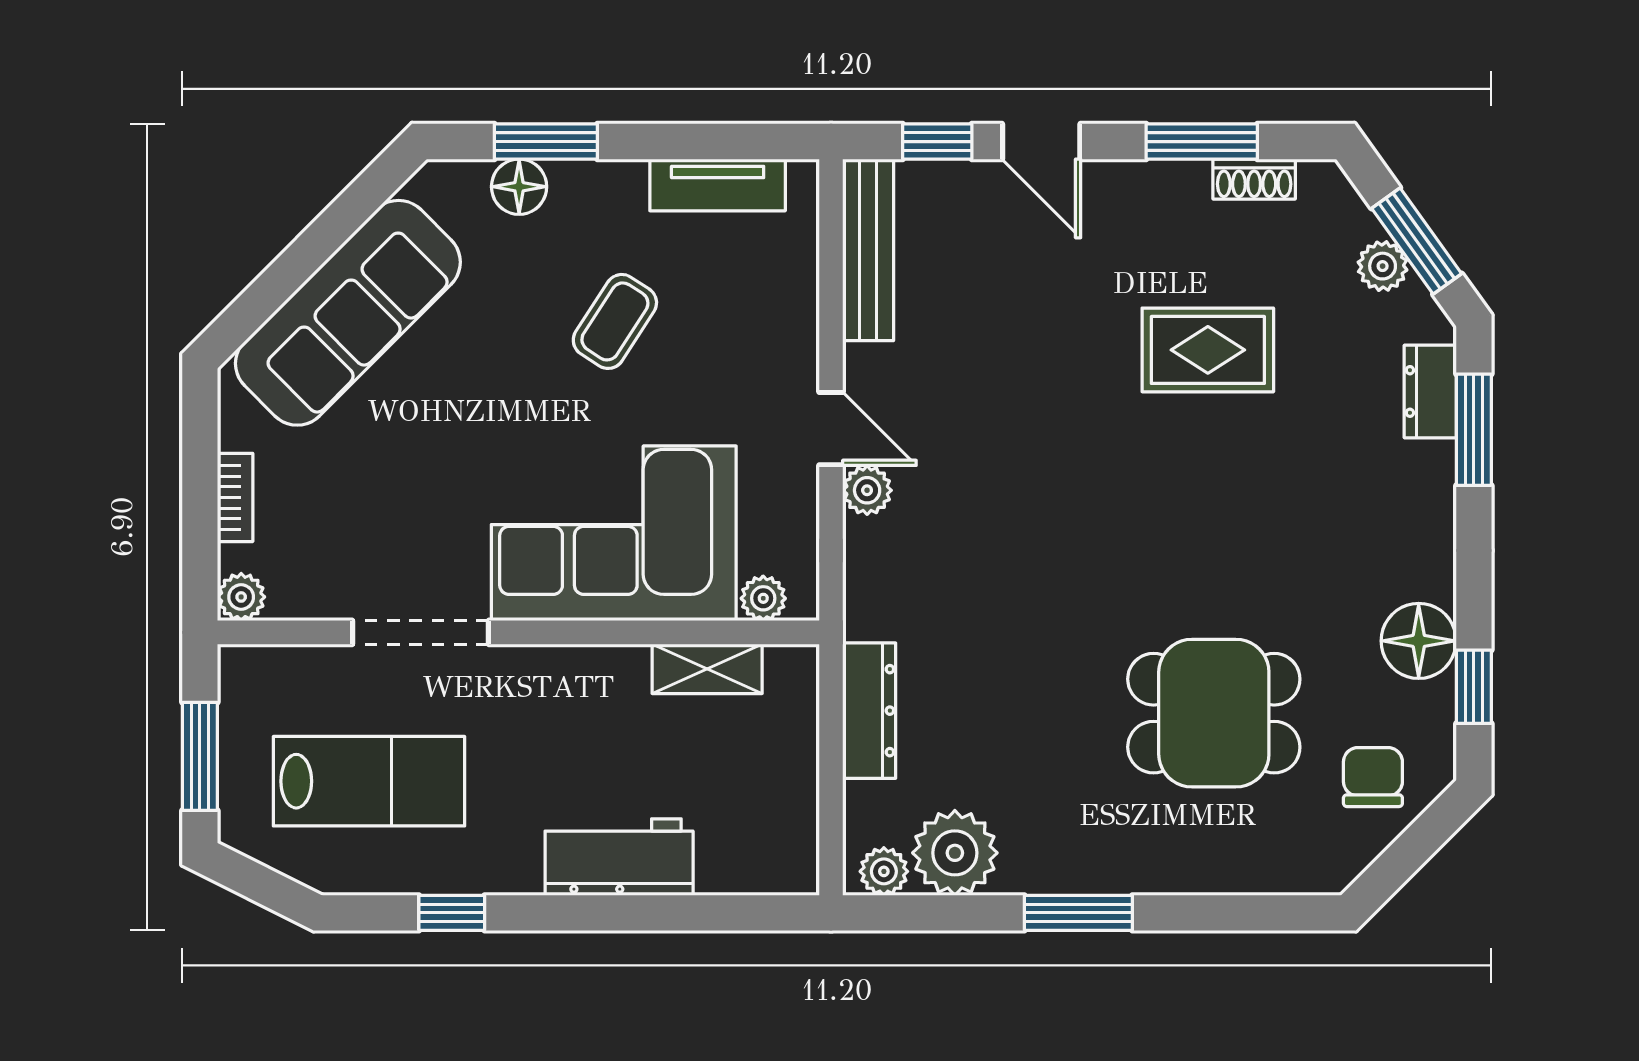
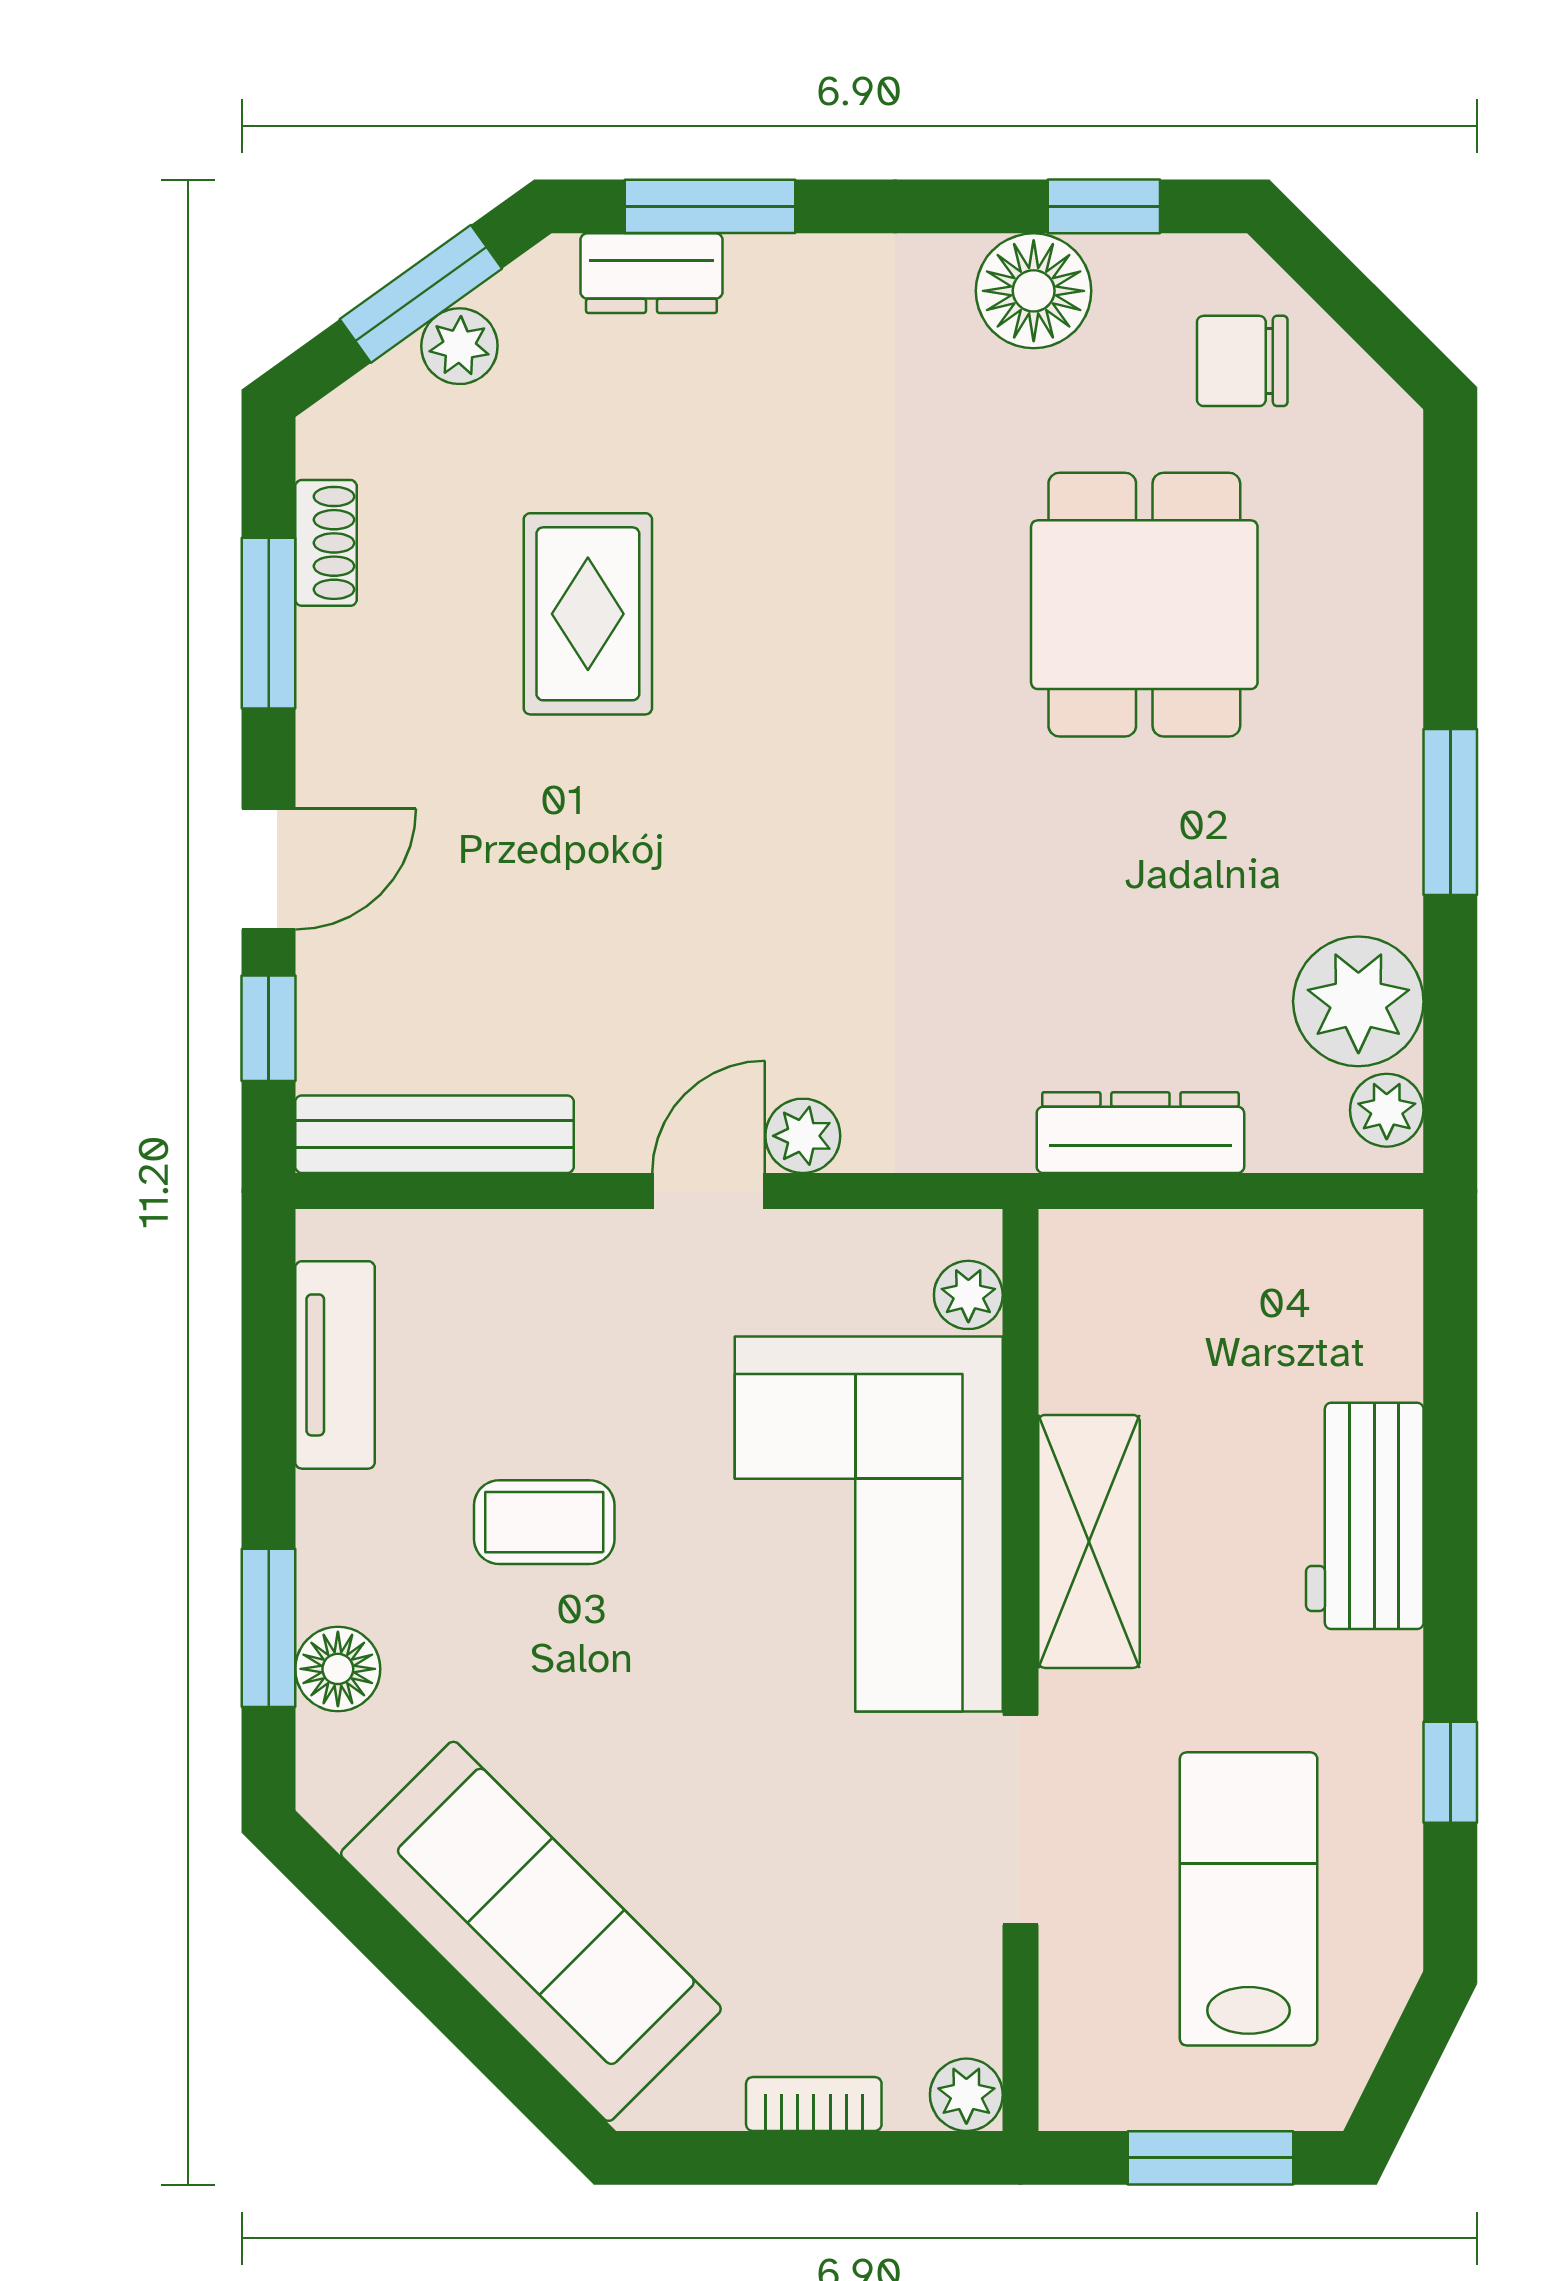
coffee table: (615, 321) -> (544, 1522), turned -33
shelving: (707, 669) -> (1089, 1541), moved, width x1.50, depth x1.33

